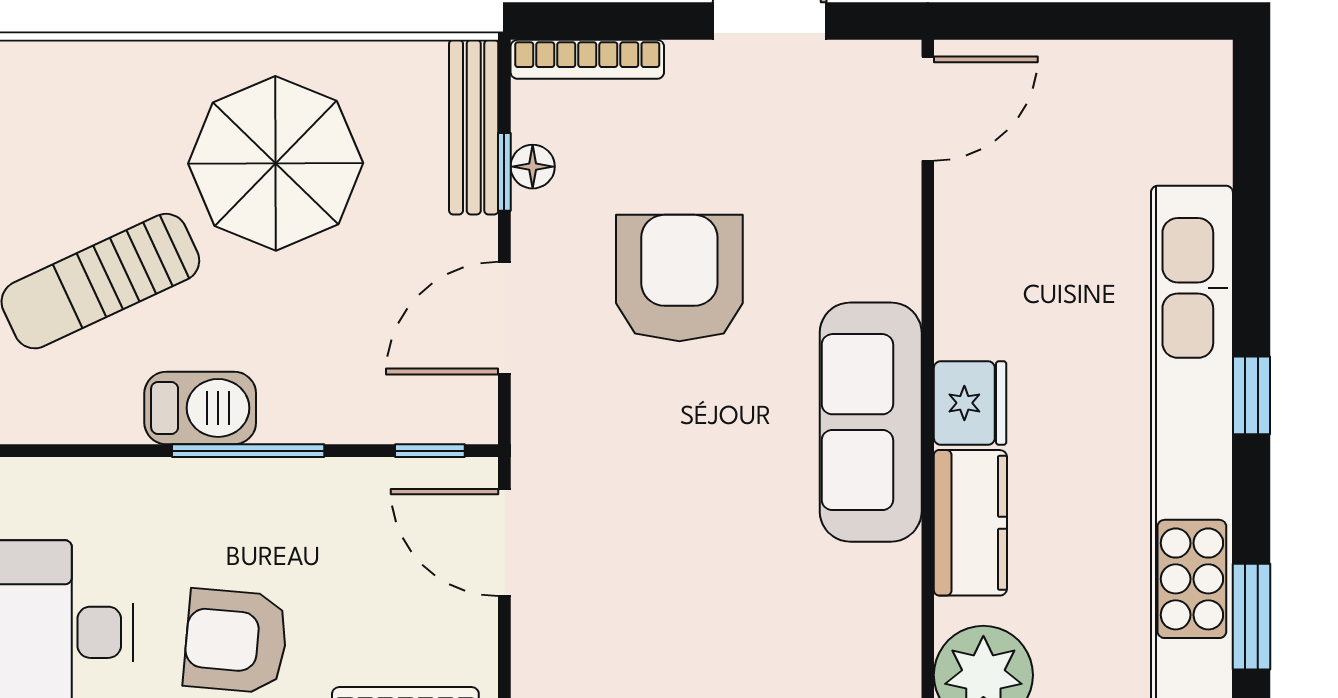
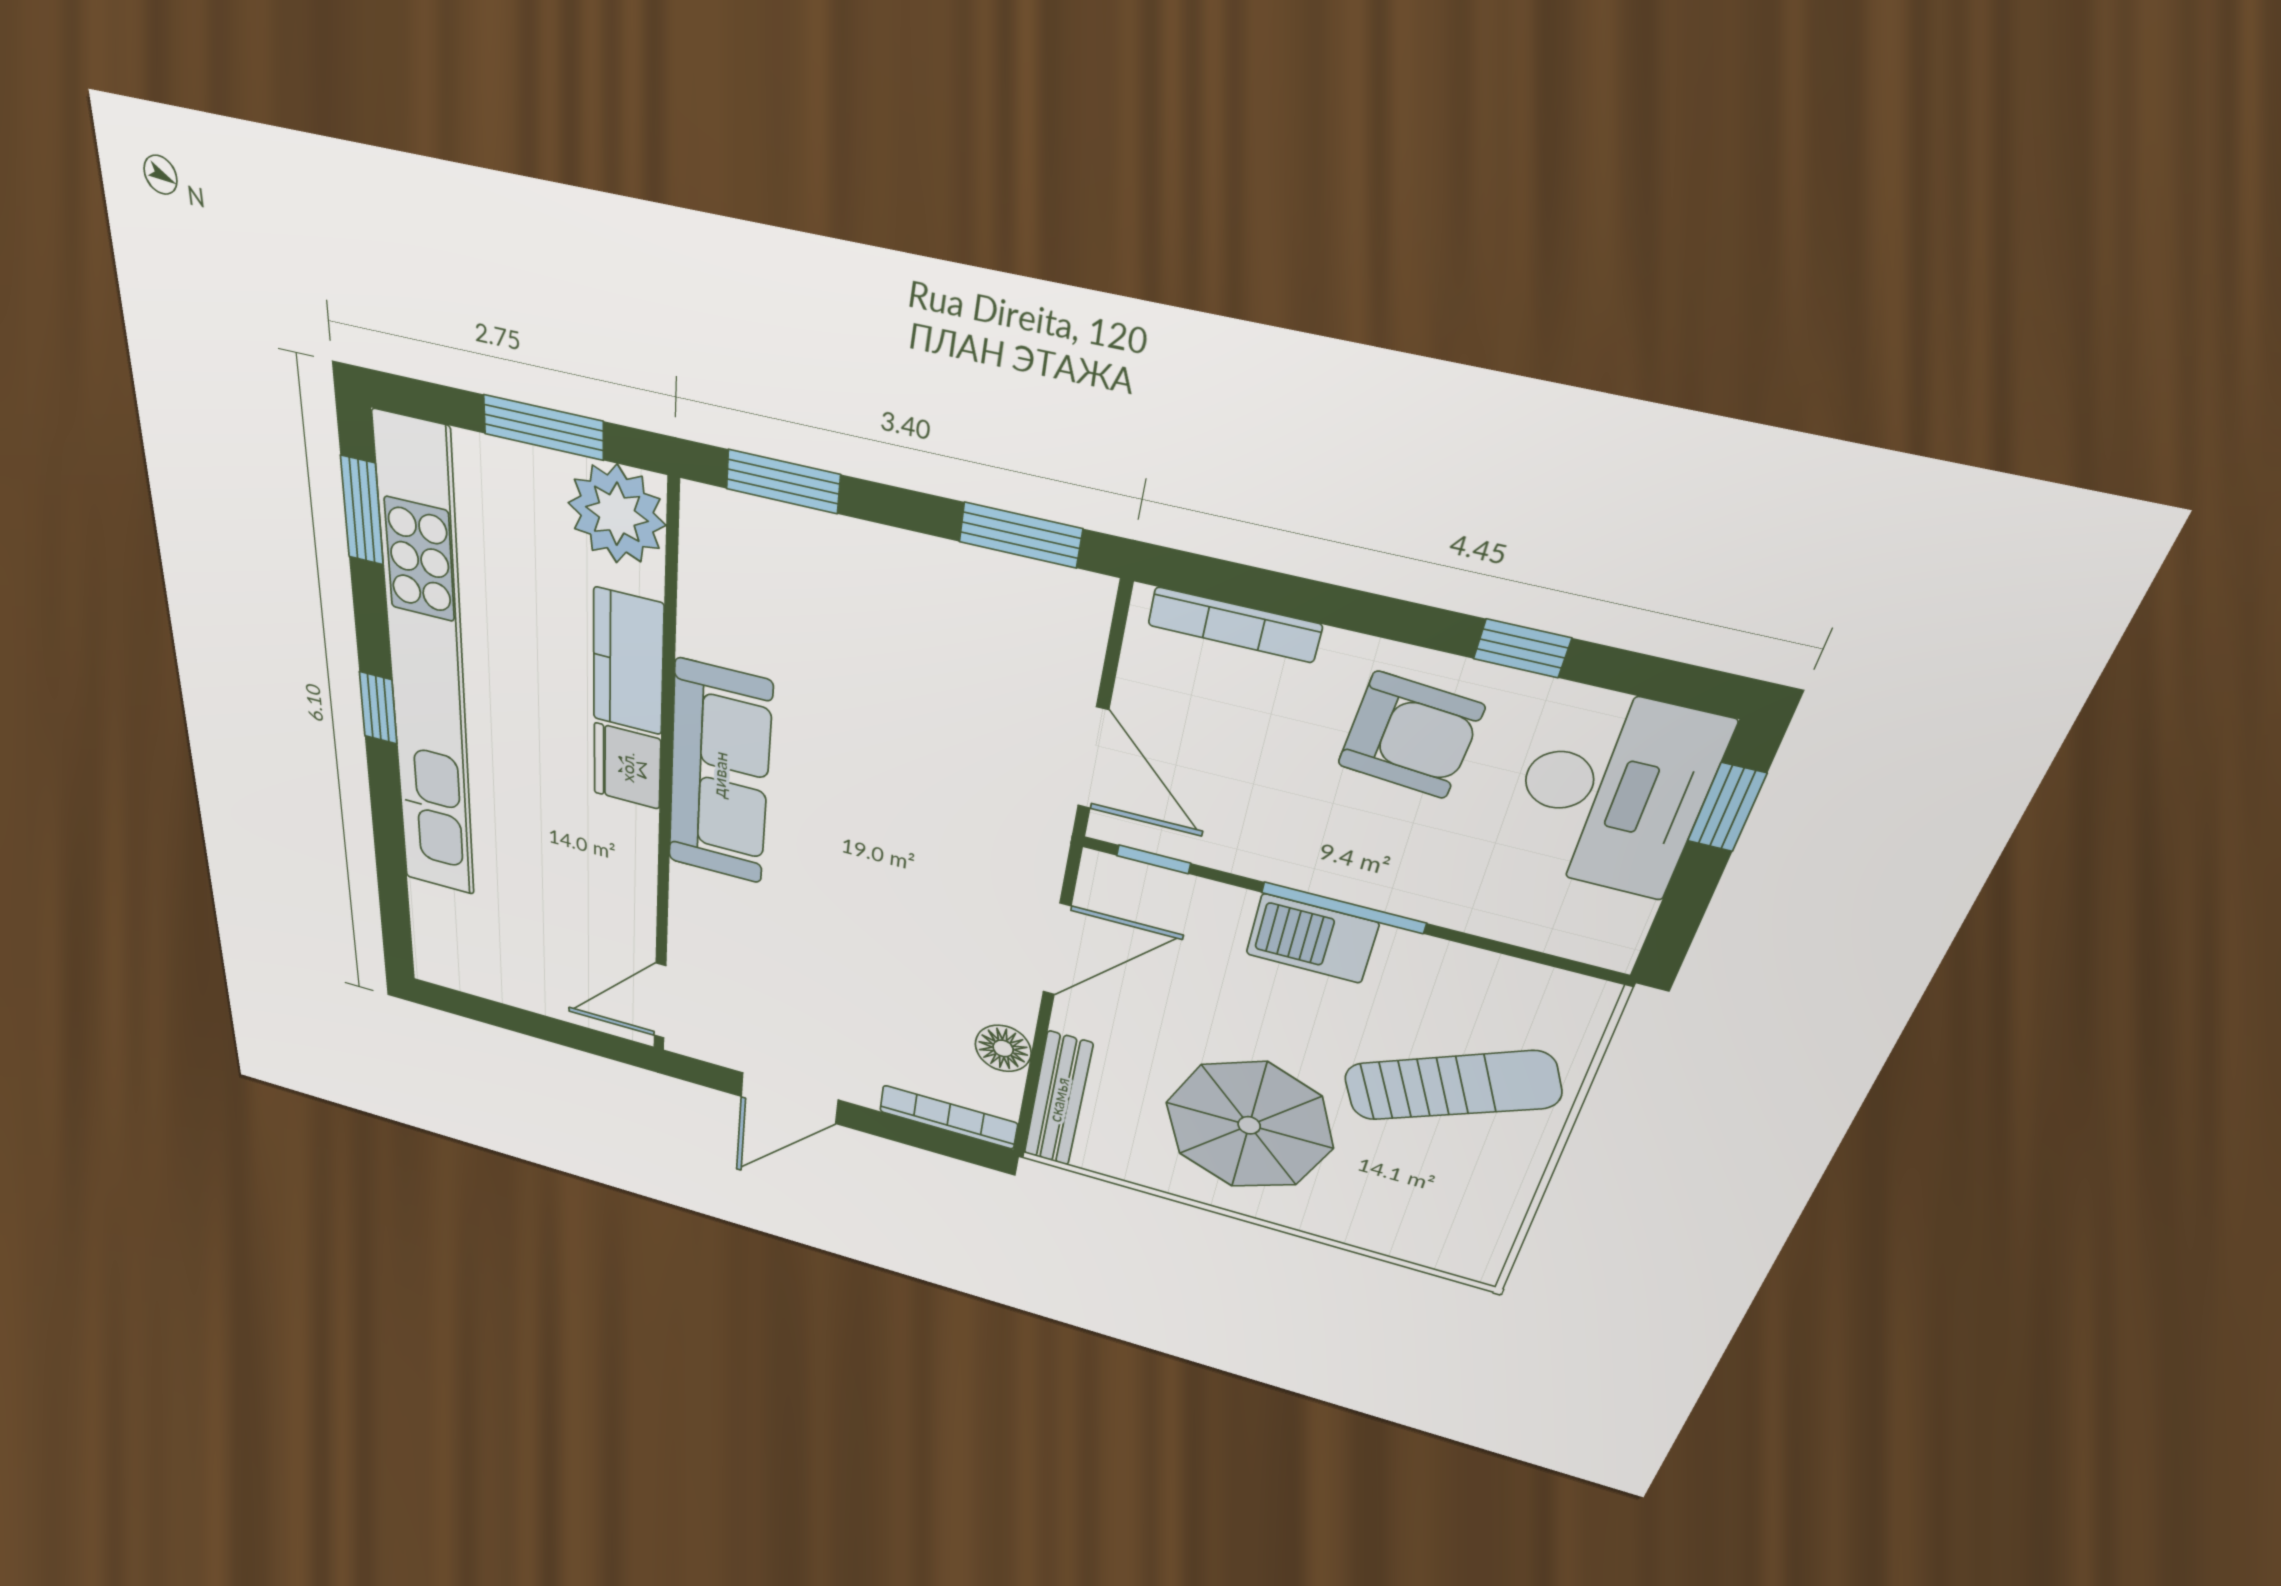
floor lamp: (533, 167) -> (1003, 1048), width x1.37, depth x1.37
window: (504, 172) -> (1036, 1060), removed
armchair: (679, 278) -> (887, 937), removed
barbecue: (200, 408) -> (1312, 939), moved

